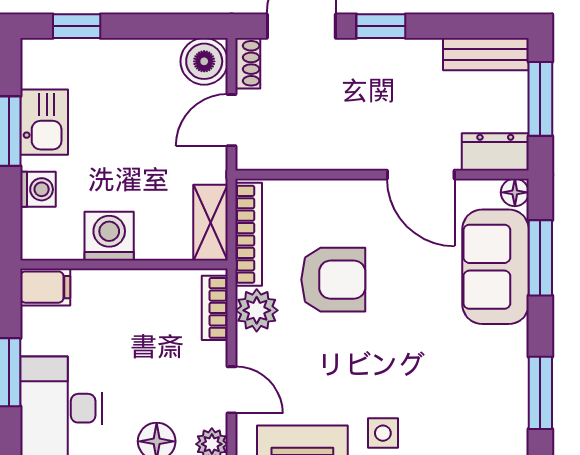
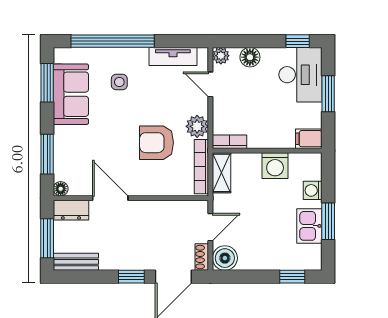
sofa: (496, 267) -> (71, 94), moved
bookcase: (215, 308) -> (229, 142), moved, turned -90
side table: (383, 433) -> (119, 82), moved

